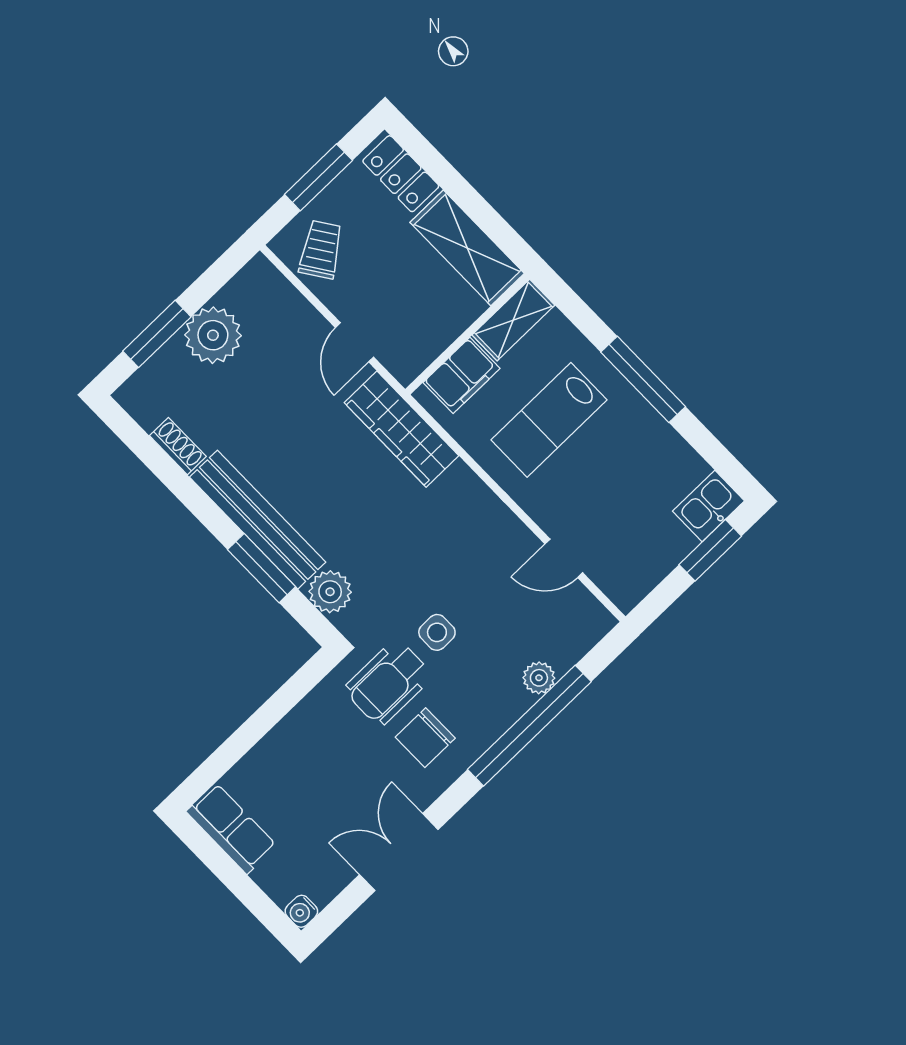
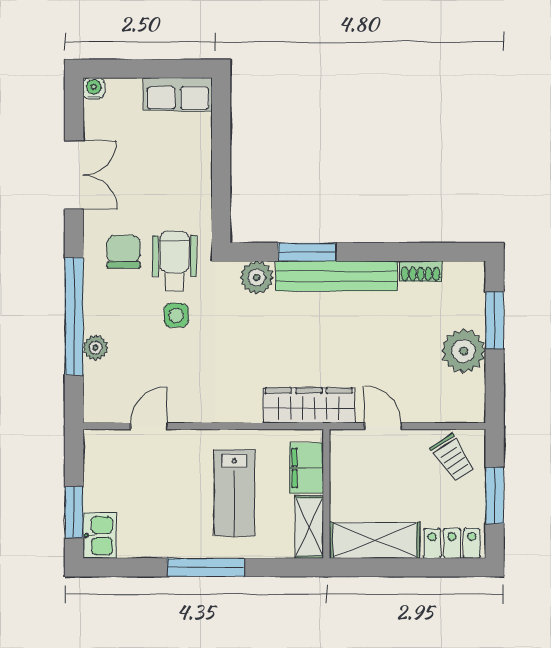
lab bench: (549, 420) -> (234, 493), turned 180

